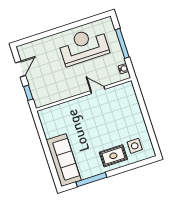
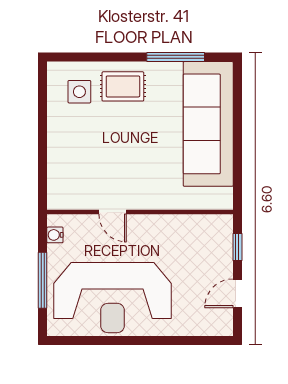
reception desk: (84, 46) -> (112, 298), width x1.36, depth x1.30
sofa: (64, 160) -> (208, 124), width x1.36, depth x1.27

